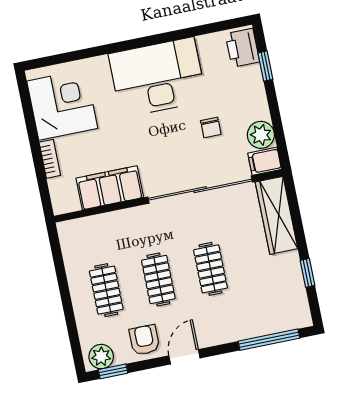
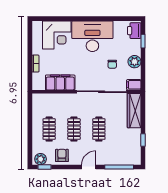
corner desk: (62, 105) -> (57, 35), moved, turned 90
plant: (261, 135) -> (134, 62), moved
door: (184, 357) -> (89, 167), moved

